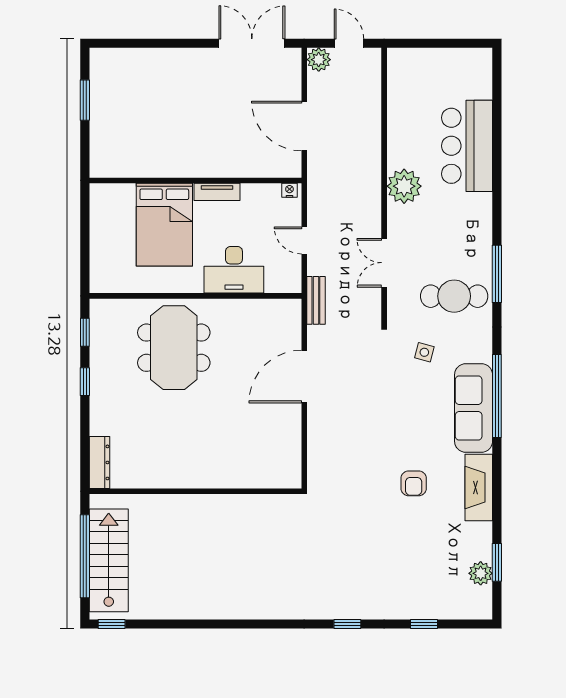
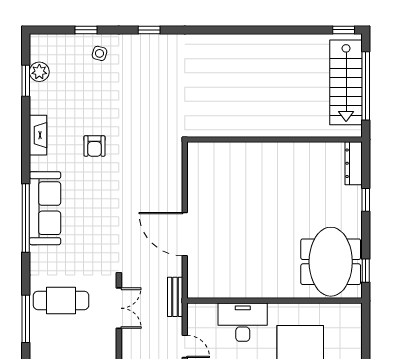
double door: (384, 263) -> (119, 308), moved
meeting table: (174, 348) -> (331, 262), moved
side table: (424, 352) -> (100, 53), moved
door: (304, 377) -> (185, 234), swing flipped
window: (85, 382) -> (366, 200), moved
armchair: (414, 483) -> (94, 146), turned 180
fireplace: (479, 488) -> (38, 135), width x0.73, depth x0.76

